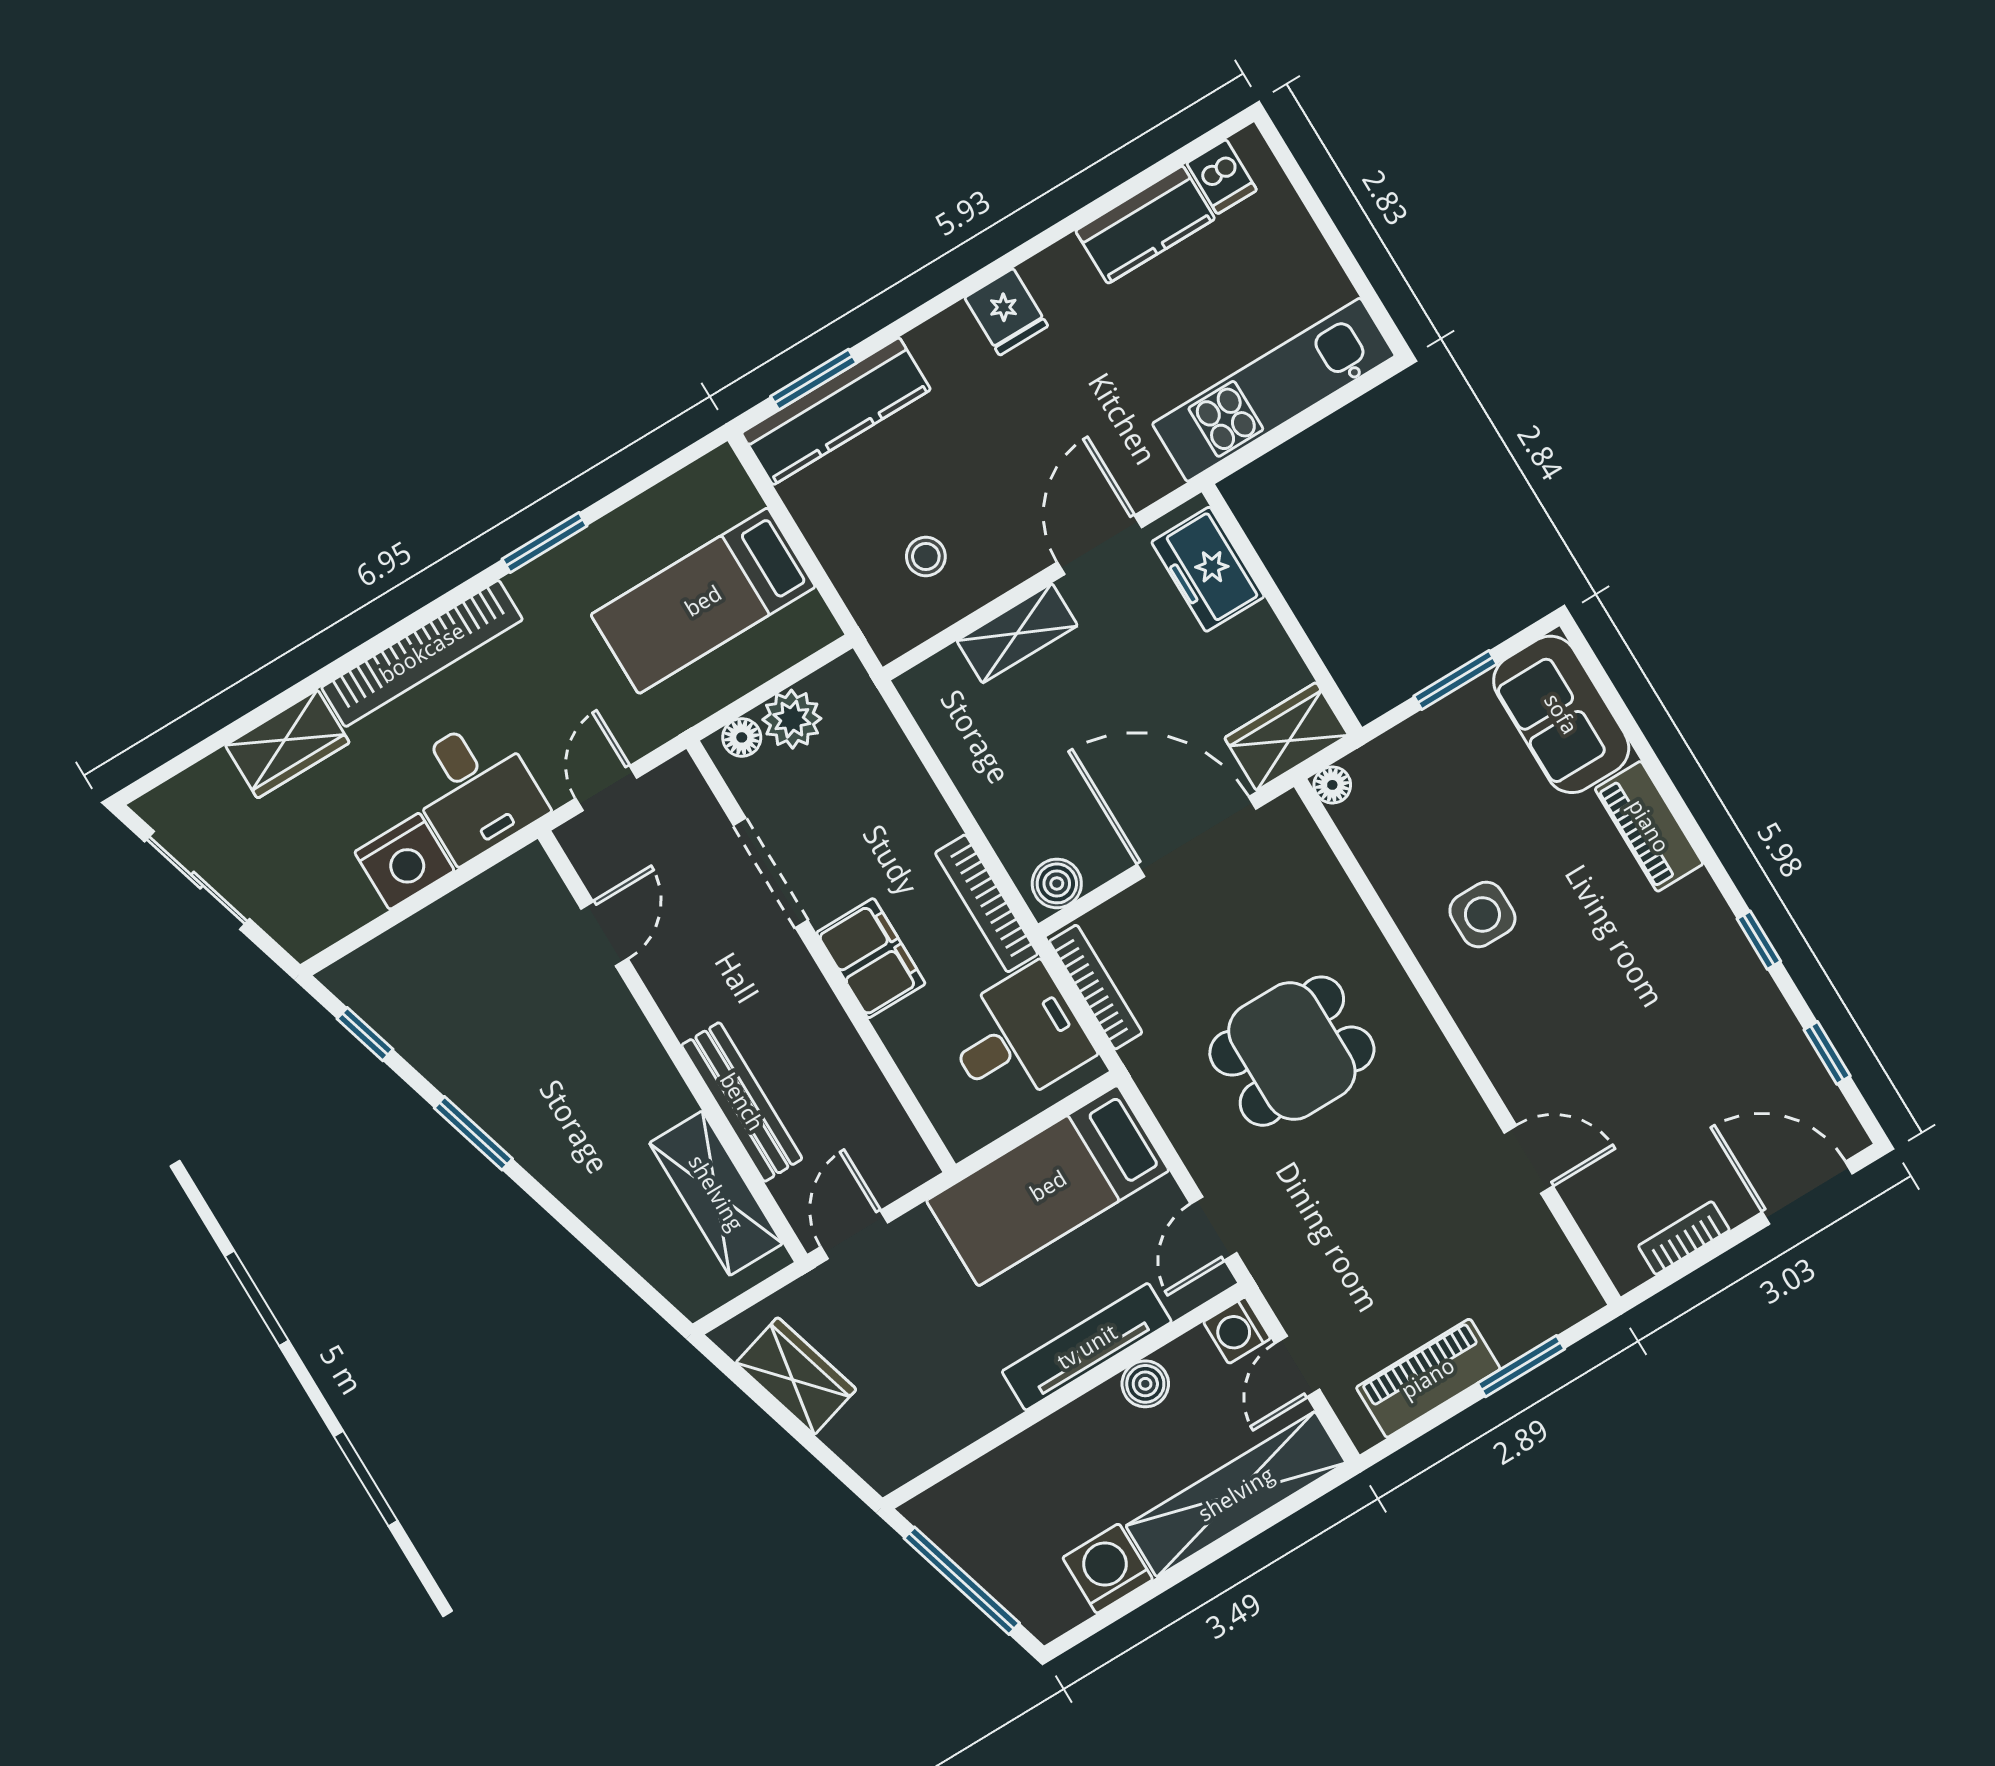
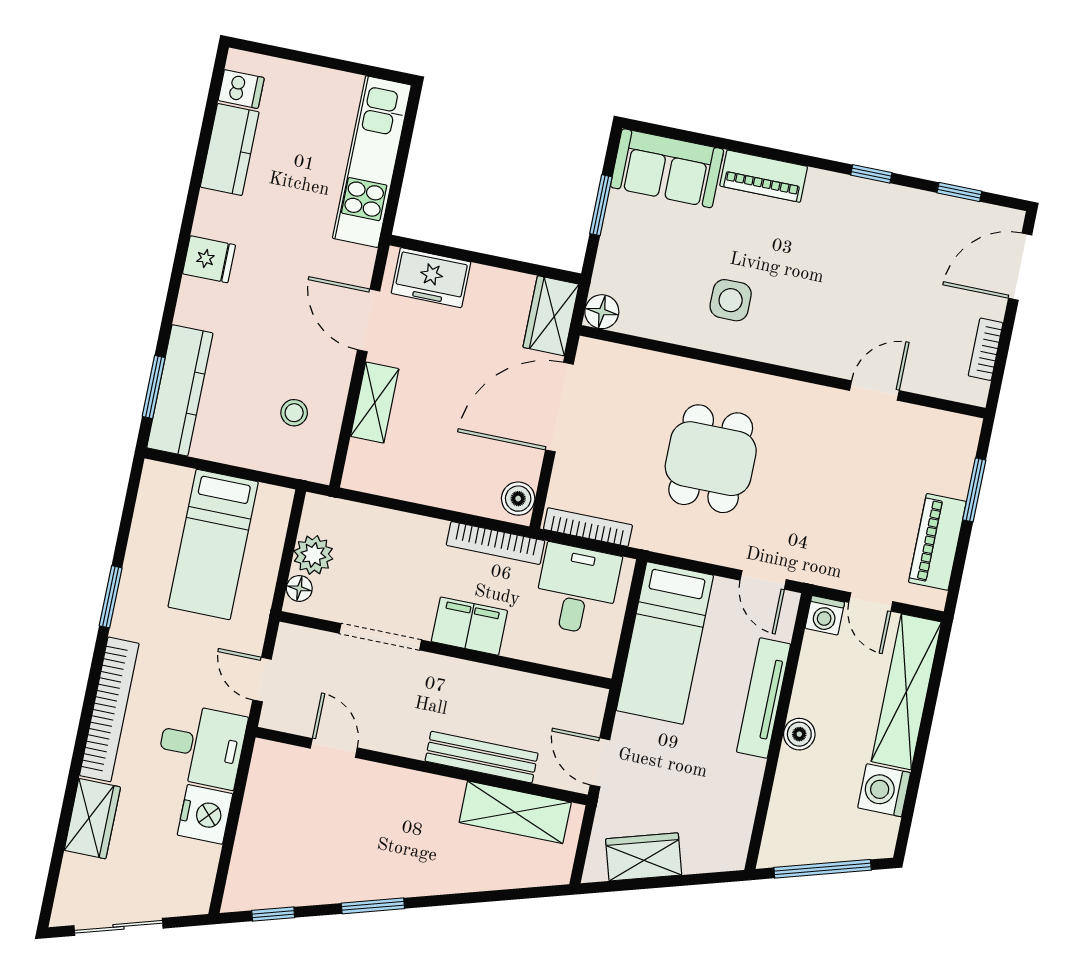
floor lamp: (1332, 785) -> (602, 312), width x1.37, depth x1.37
boiler: (1145, 1384) -> (799, 734), moved

